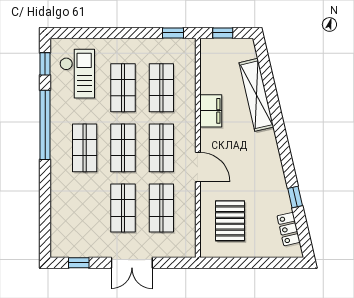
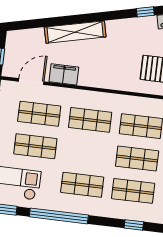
shelving: (256, 95) -> (75, 32), moved
shop shelf: (123, 148) -> (133, 191), moved
door: (198, 167) -> (31, 81), moved
window: (45, 214) -> (134, 225), added

